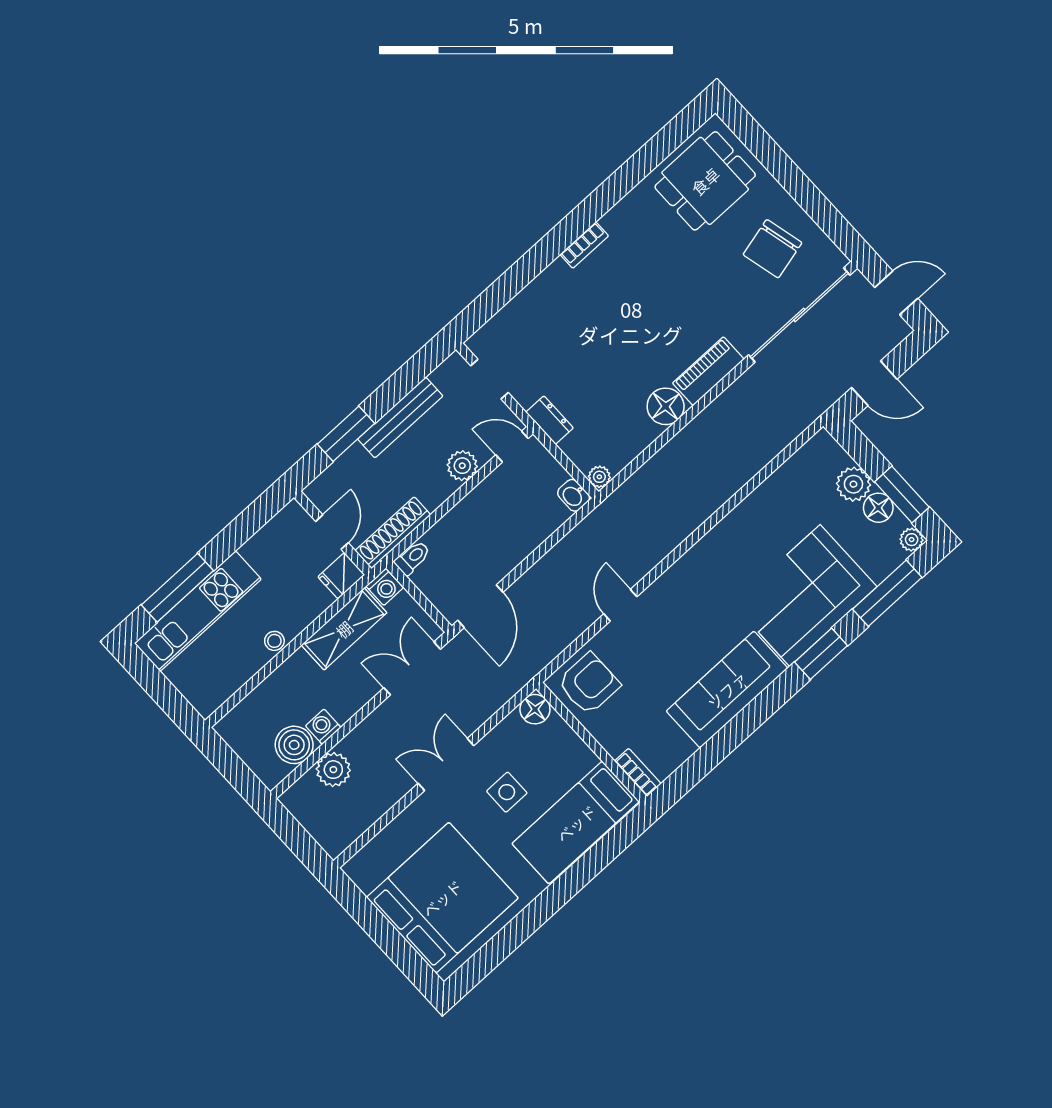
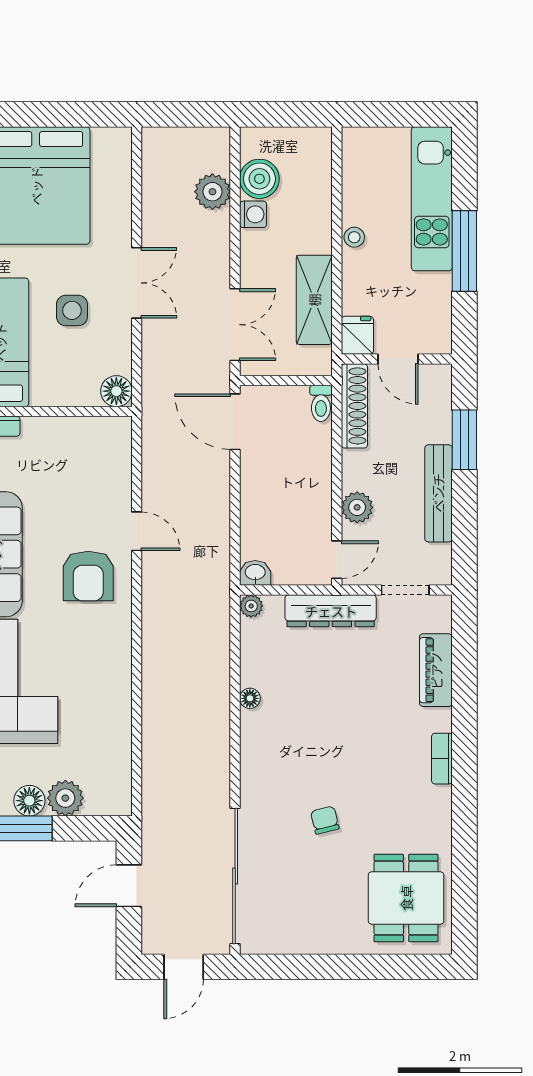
chair: (773, 249) -> (325, 820), moved, width x0.54, depth x0.54
piano: (708, 371) -> (436, 670), moved, turned 180
floor lamp: (666, 406) -> (250, 698), width x0.53, depth x0.53
dresser: (550, 420) -> (331, 611), width x1.96, depth x1.24
washing machine: (385, 587) -> (318, 361), removed
window: (177, 588) -> (464, 251), moved
armchair: (589, 684) -> (88, 576), moved

